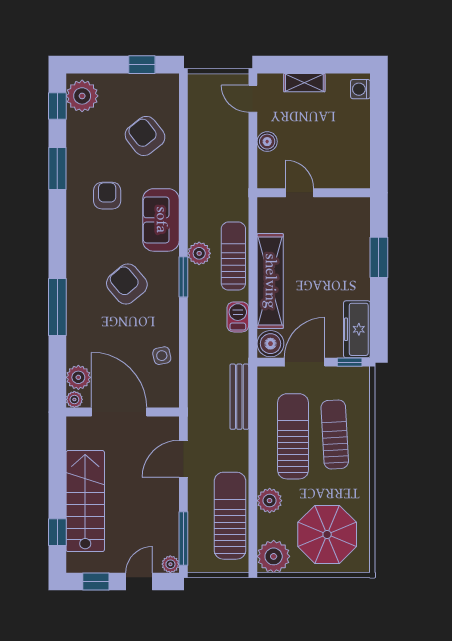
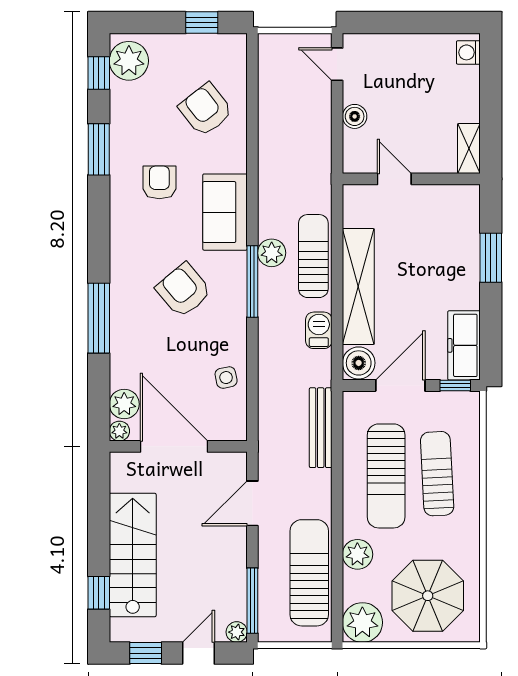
shelving: (304, 83) -> (469, 149), moved, turned 90
window: (183, 277) -> (252, 281), width x1.44
sun lounger: (293, 436) -> (386, 476), turned 180

